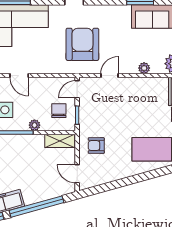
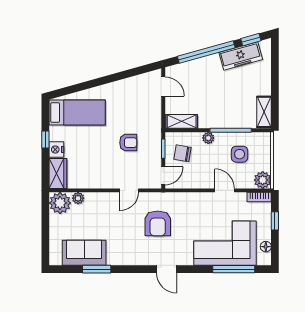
armchair: (82, 44) -> (158, 223), width x0.73, depth x0.73
plant: (144, 68) -> (78, 198), moved
chair: (59, 111) -> (183, 153), turned 100
armchair: (96, 146) -> (128, 143), moved

